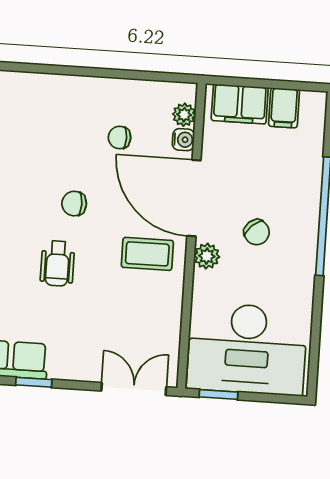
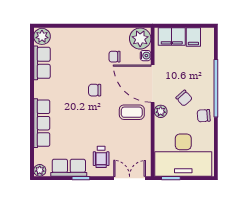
plant: (184, 115) -> (140, 39), width x1.88, depth x1.88
wheelchair: (57, 263) -> (101, 157), moved
chair: (295, 271) -> (204, 116), added

